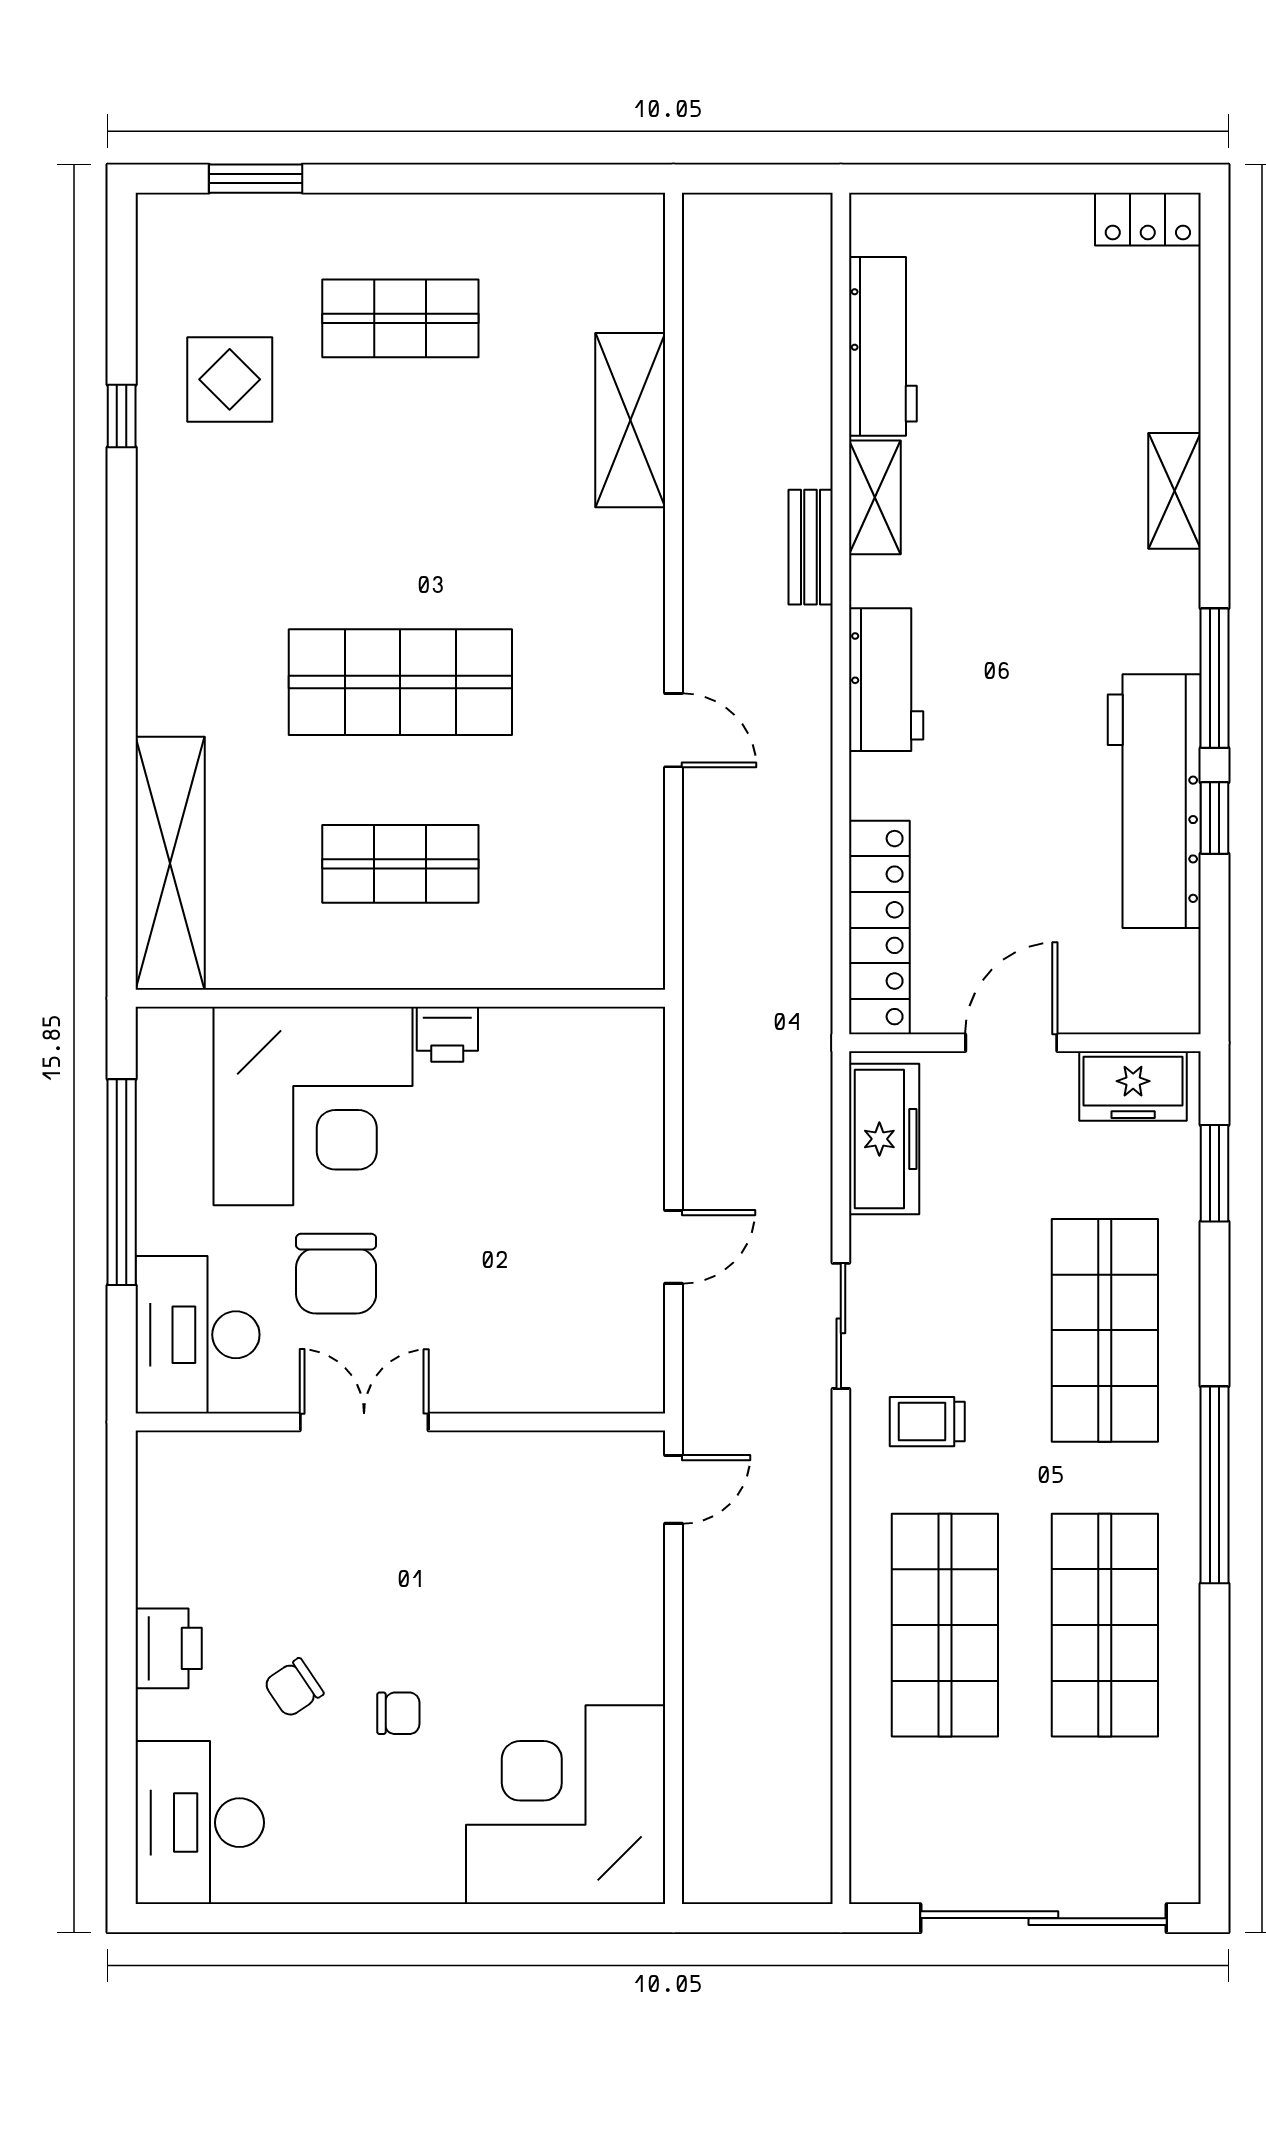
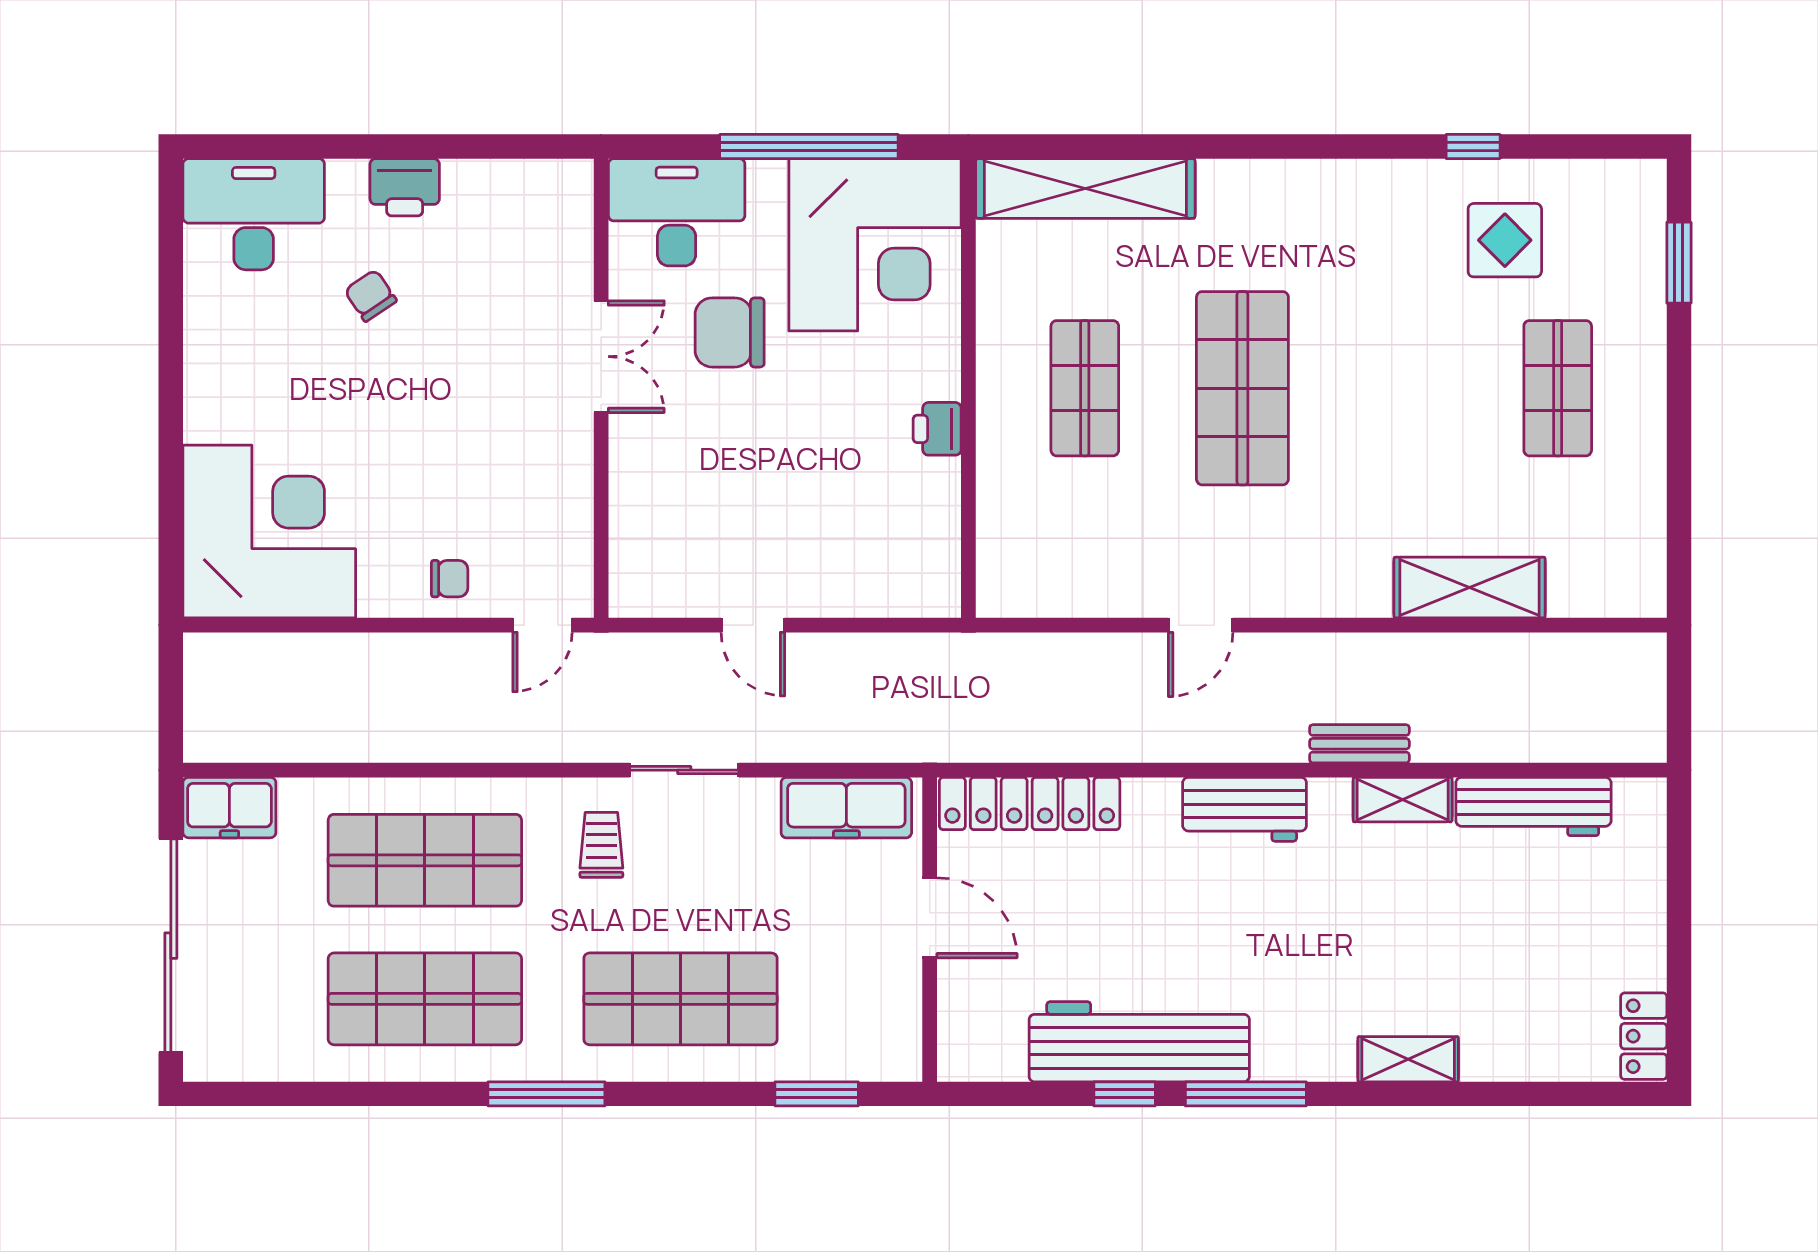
freezer: (1133, 1086) -> (229, 808), moved, turned -90
corner desk: (313, 1106) -> (875, 245), moved, turned -90
window: (1214, 1485) -> (546, 1094), width x0.68
door: (674, 1489) -> (543, 625), hinge flipped
chair: (398, 1713) -> (450, 579), moved, turned -90

